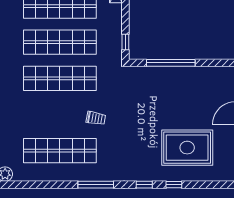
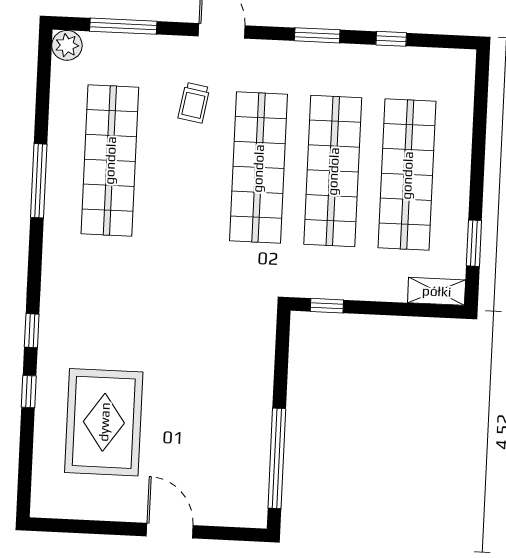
window: (171, 63) -> (277, 458), moved
trolley: (96, 118) -> (194, 103), moved
window: (96, 185) -> (39, 181), moved

